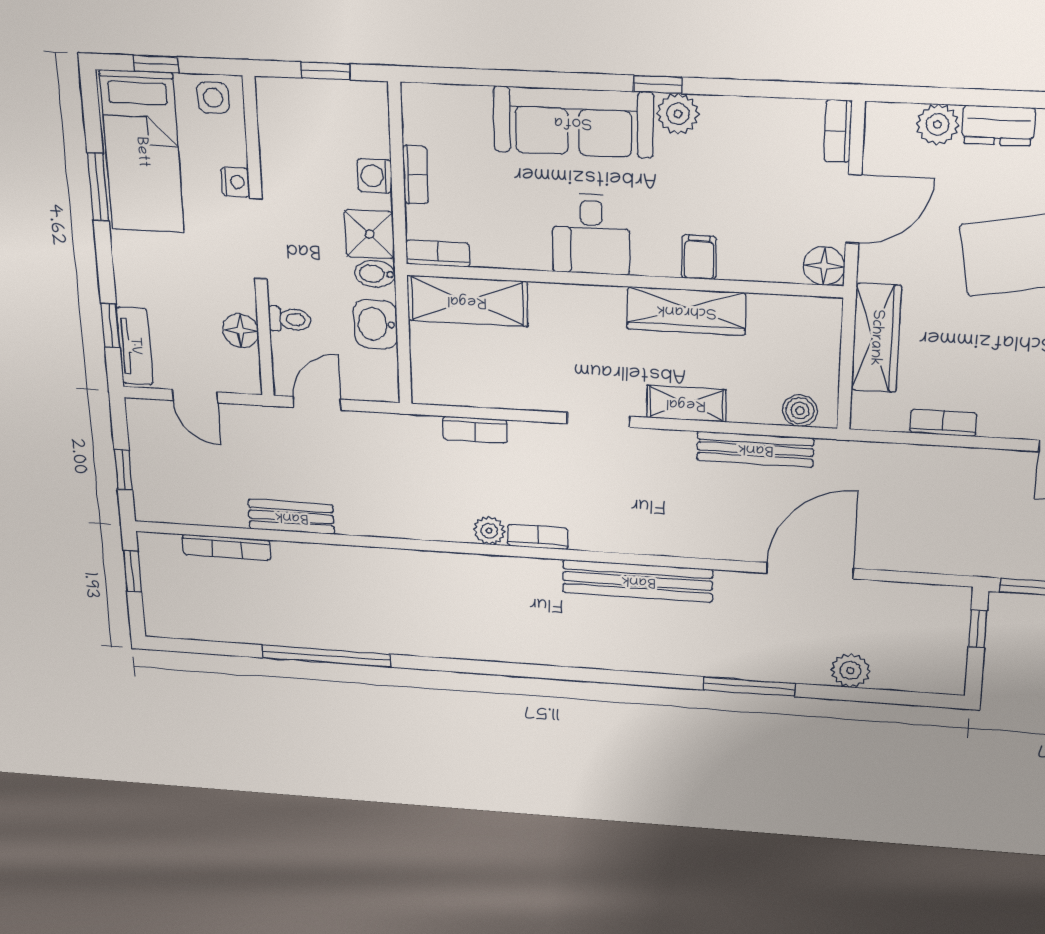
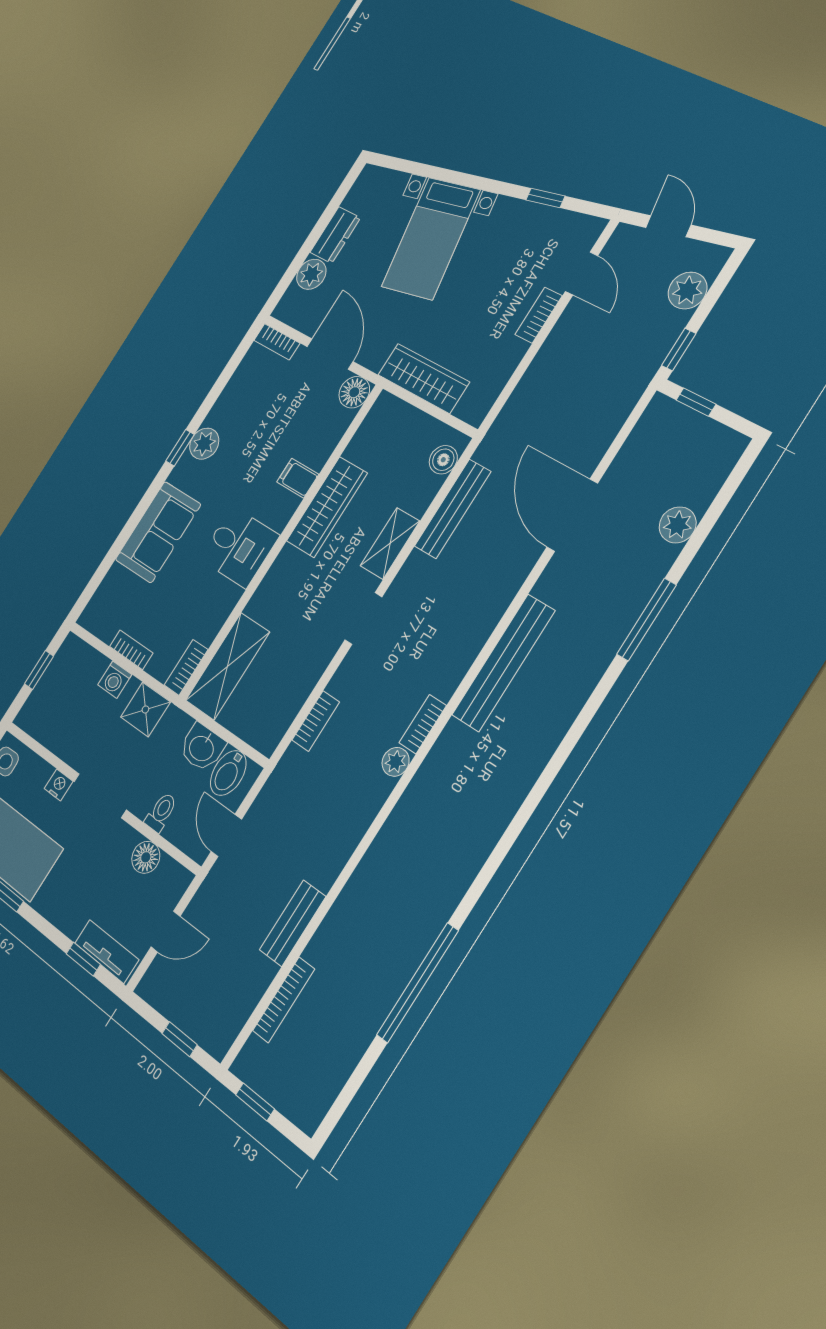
sofa: (573, 122) -> (158, 532), width x0.73
bidet: (375, 274) -> (228, 773), moved, width x1.38, depth x1.36
bookcase: (943, 423) -> (539, 315), moved

